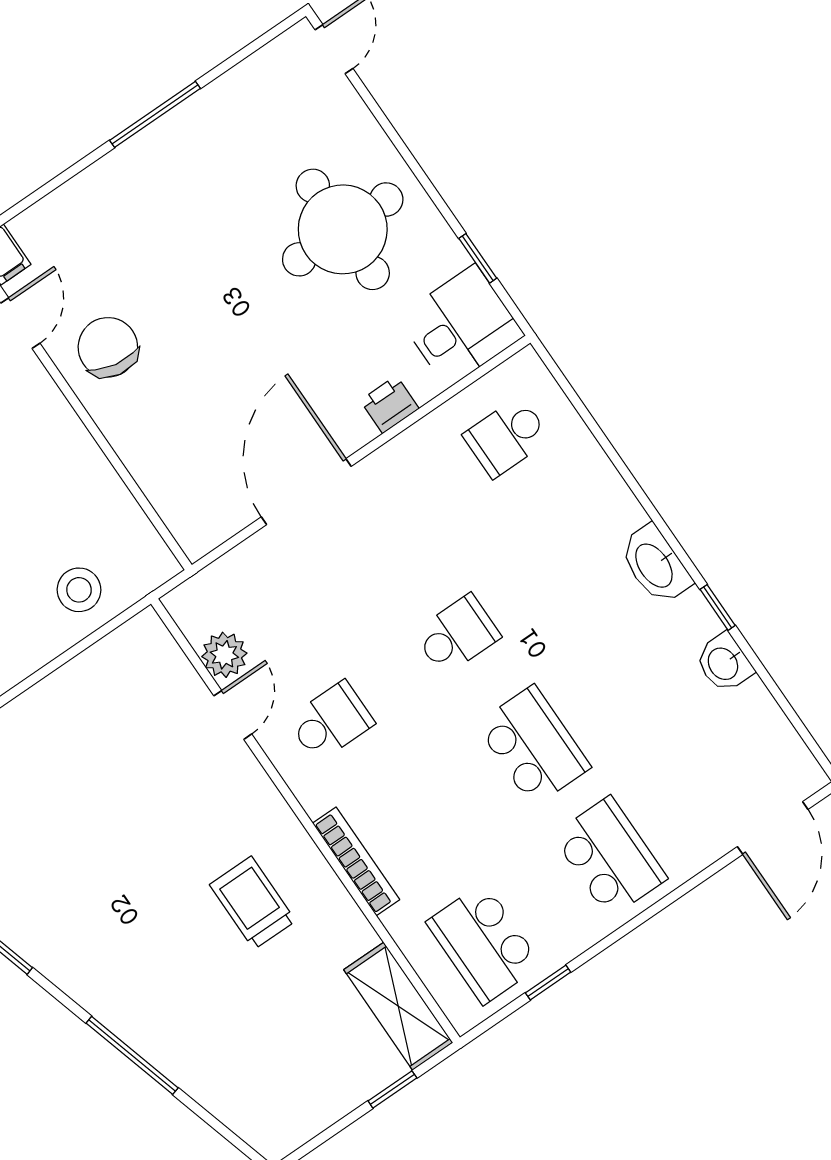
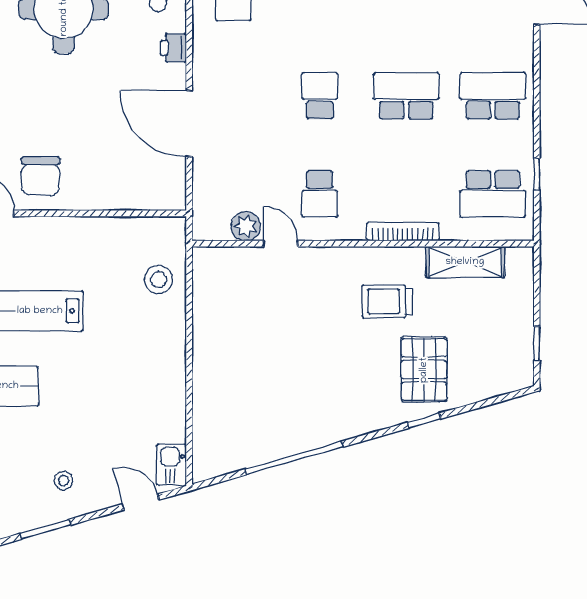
chair: (108, 347) -> (41, 176), turned -100
school desk: (331, 721) -> (320, 194), turned 180
shelving: (398, 1006) -> (465, 262), moved
pallet: (198, 1010) -> (424, 370), added
window: (132, 1055) -> (424, 421), width x0.46
window: (392, 1089) -> (537, 343), moved

